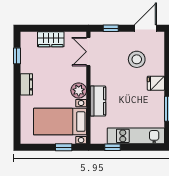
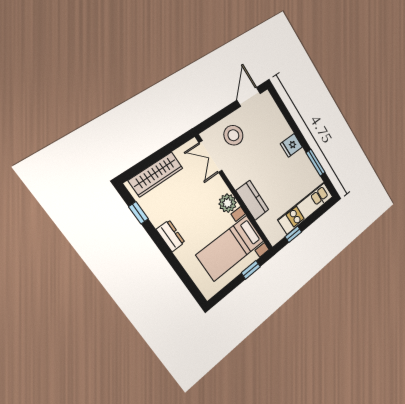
window: (111, 28) -> (216, 118), removed
wardrobe: (51, 39) -> (156, 174), width x1.50
stool: (137, 59) -> (233, 135), moved

